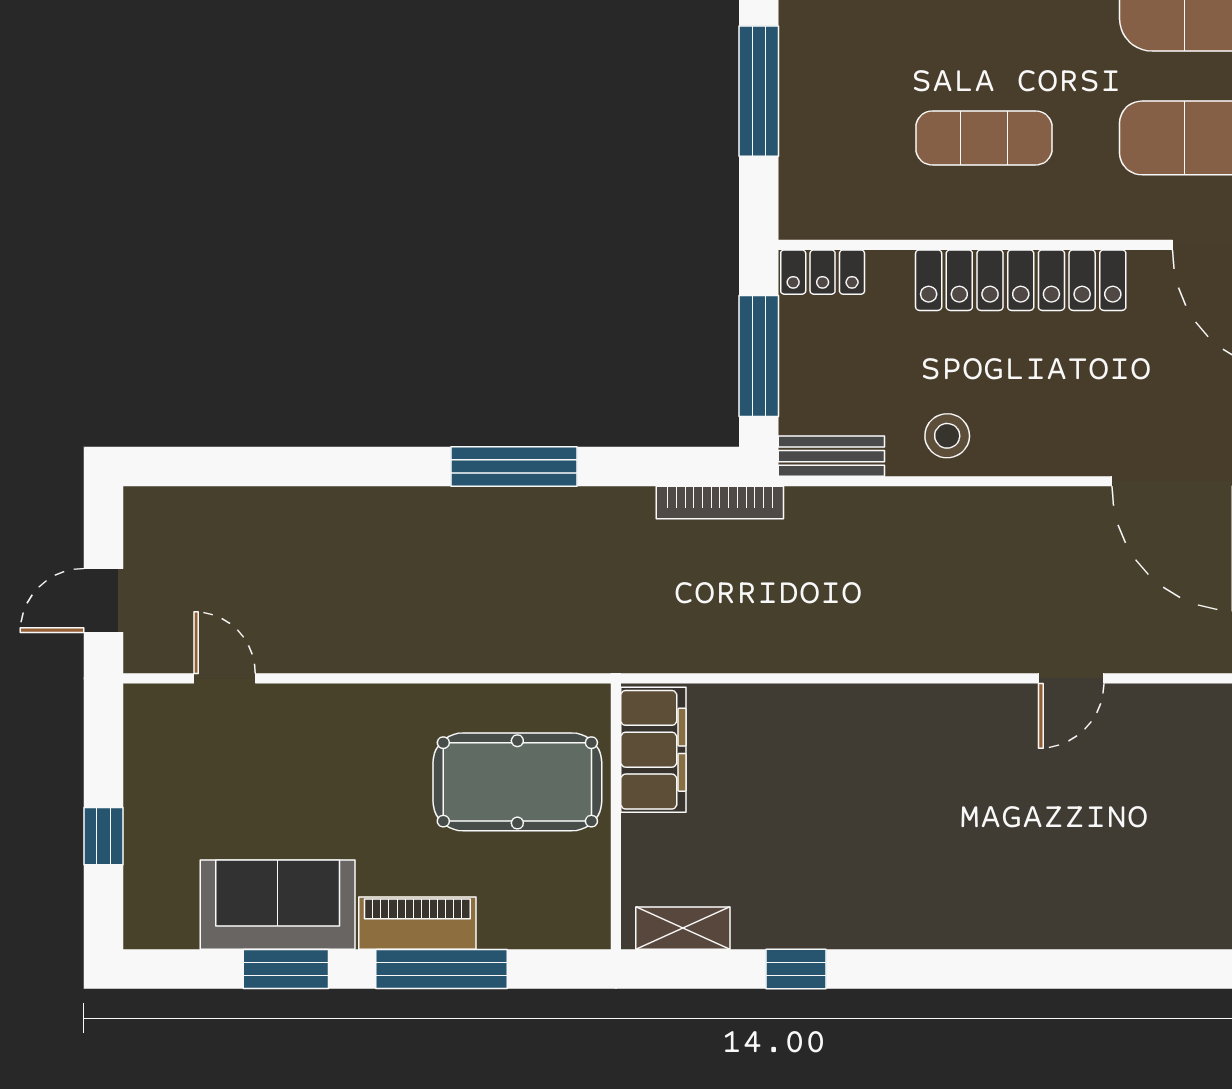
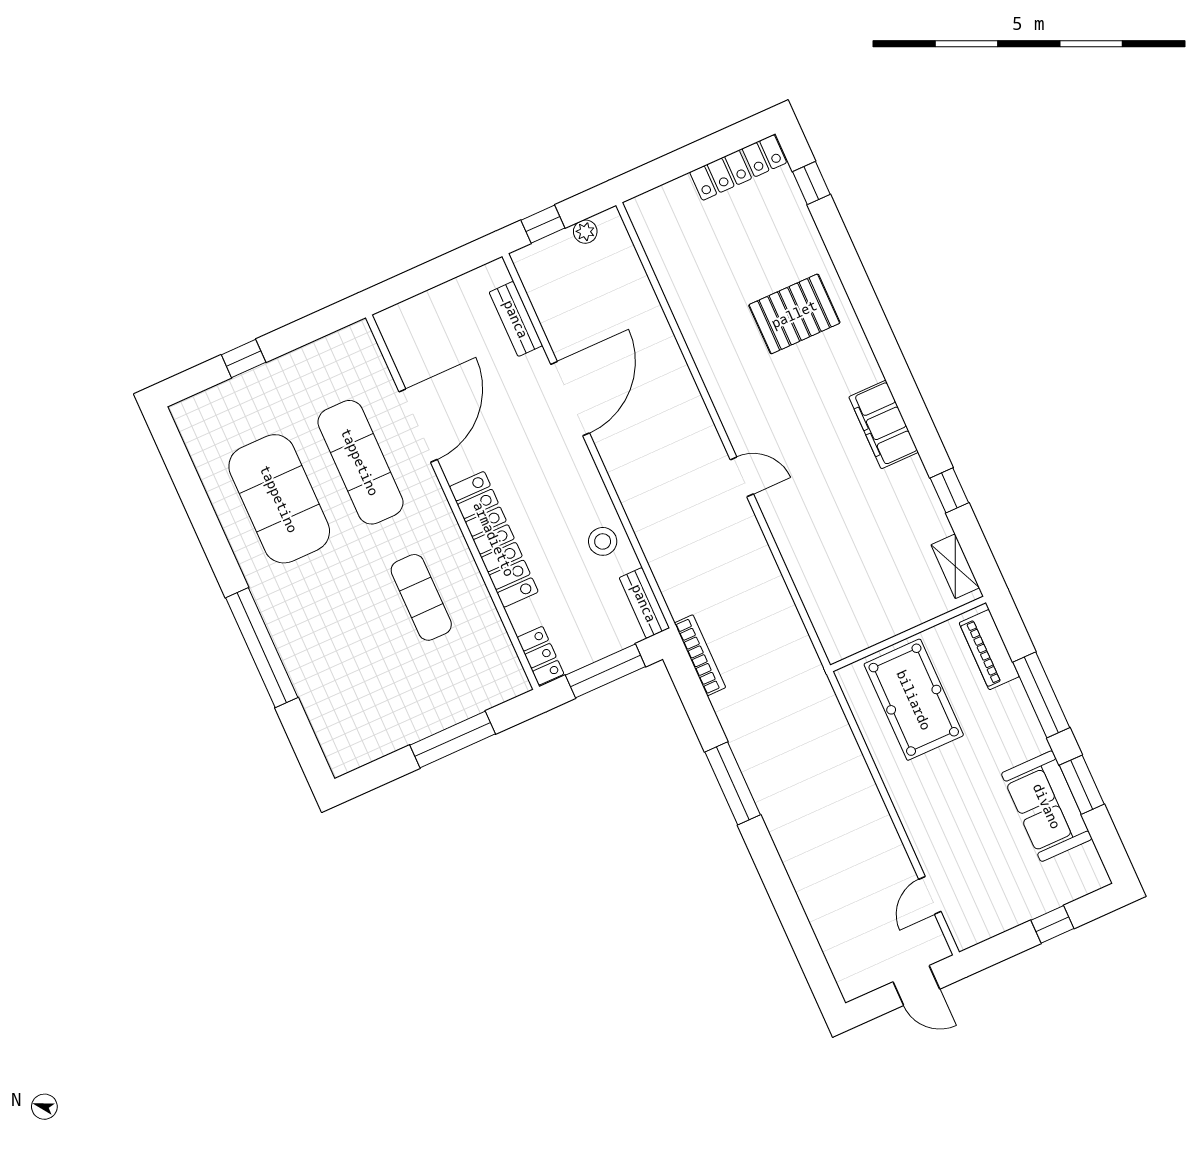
door: (1071, 678) -> (742, 477), moved
filing cabinet: (653, 750) -> (884, 424), moved, turned -90
pallet: (1151, 860) -> (794, 314), added
piano: (417, 923) -> (989, 650), moved

